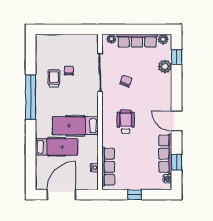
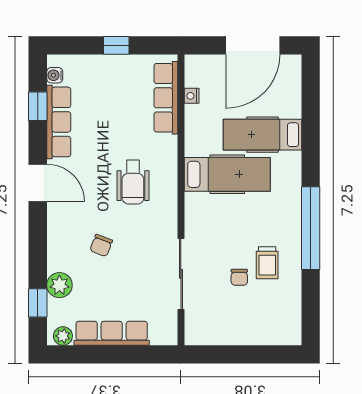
plant: (111, 39) -> (160, 337), removed
chair: (126, 81) -> (101, 245), moved

